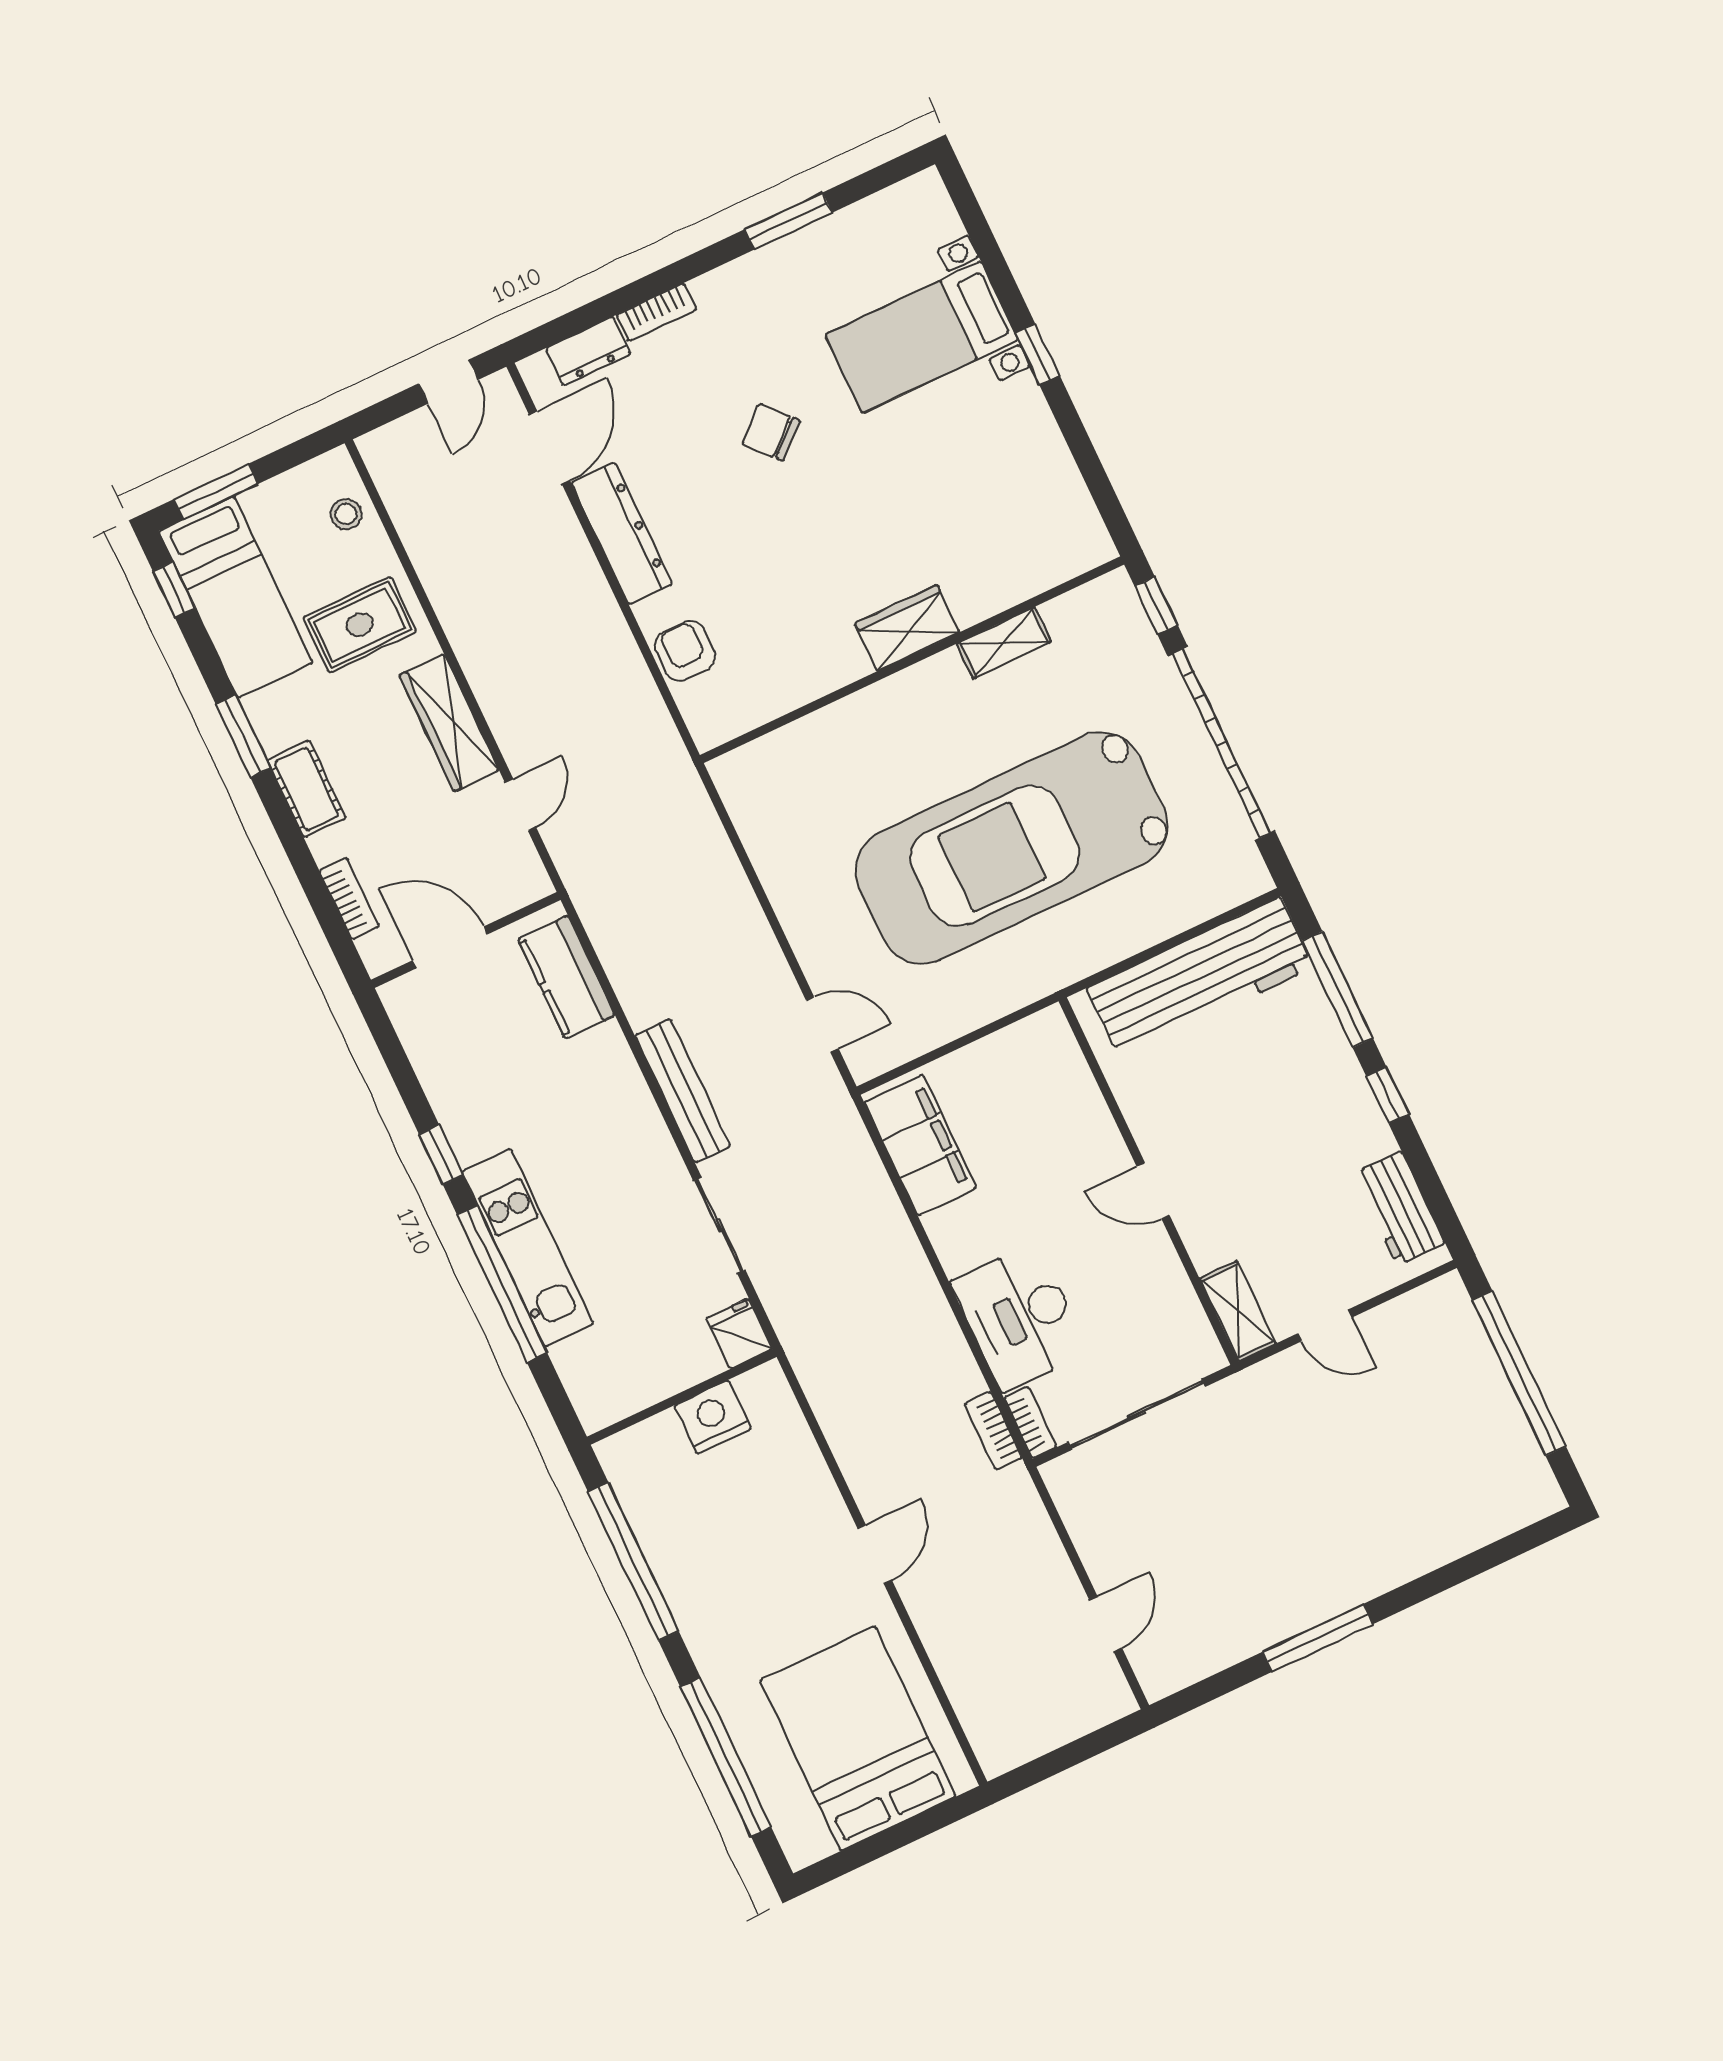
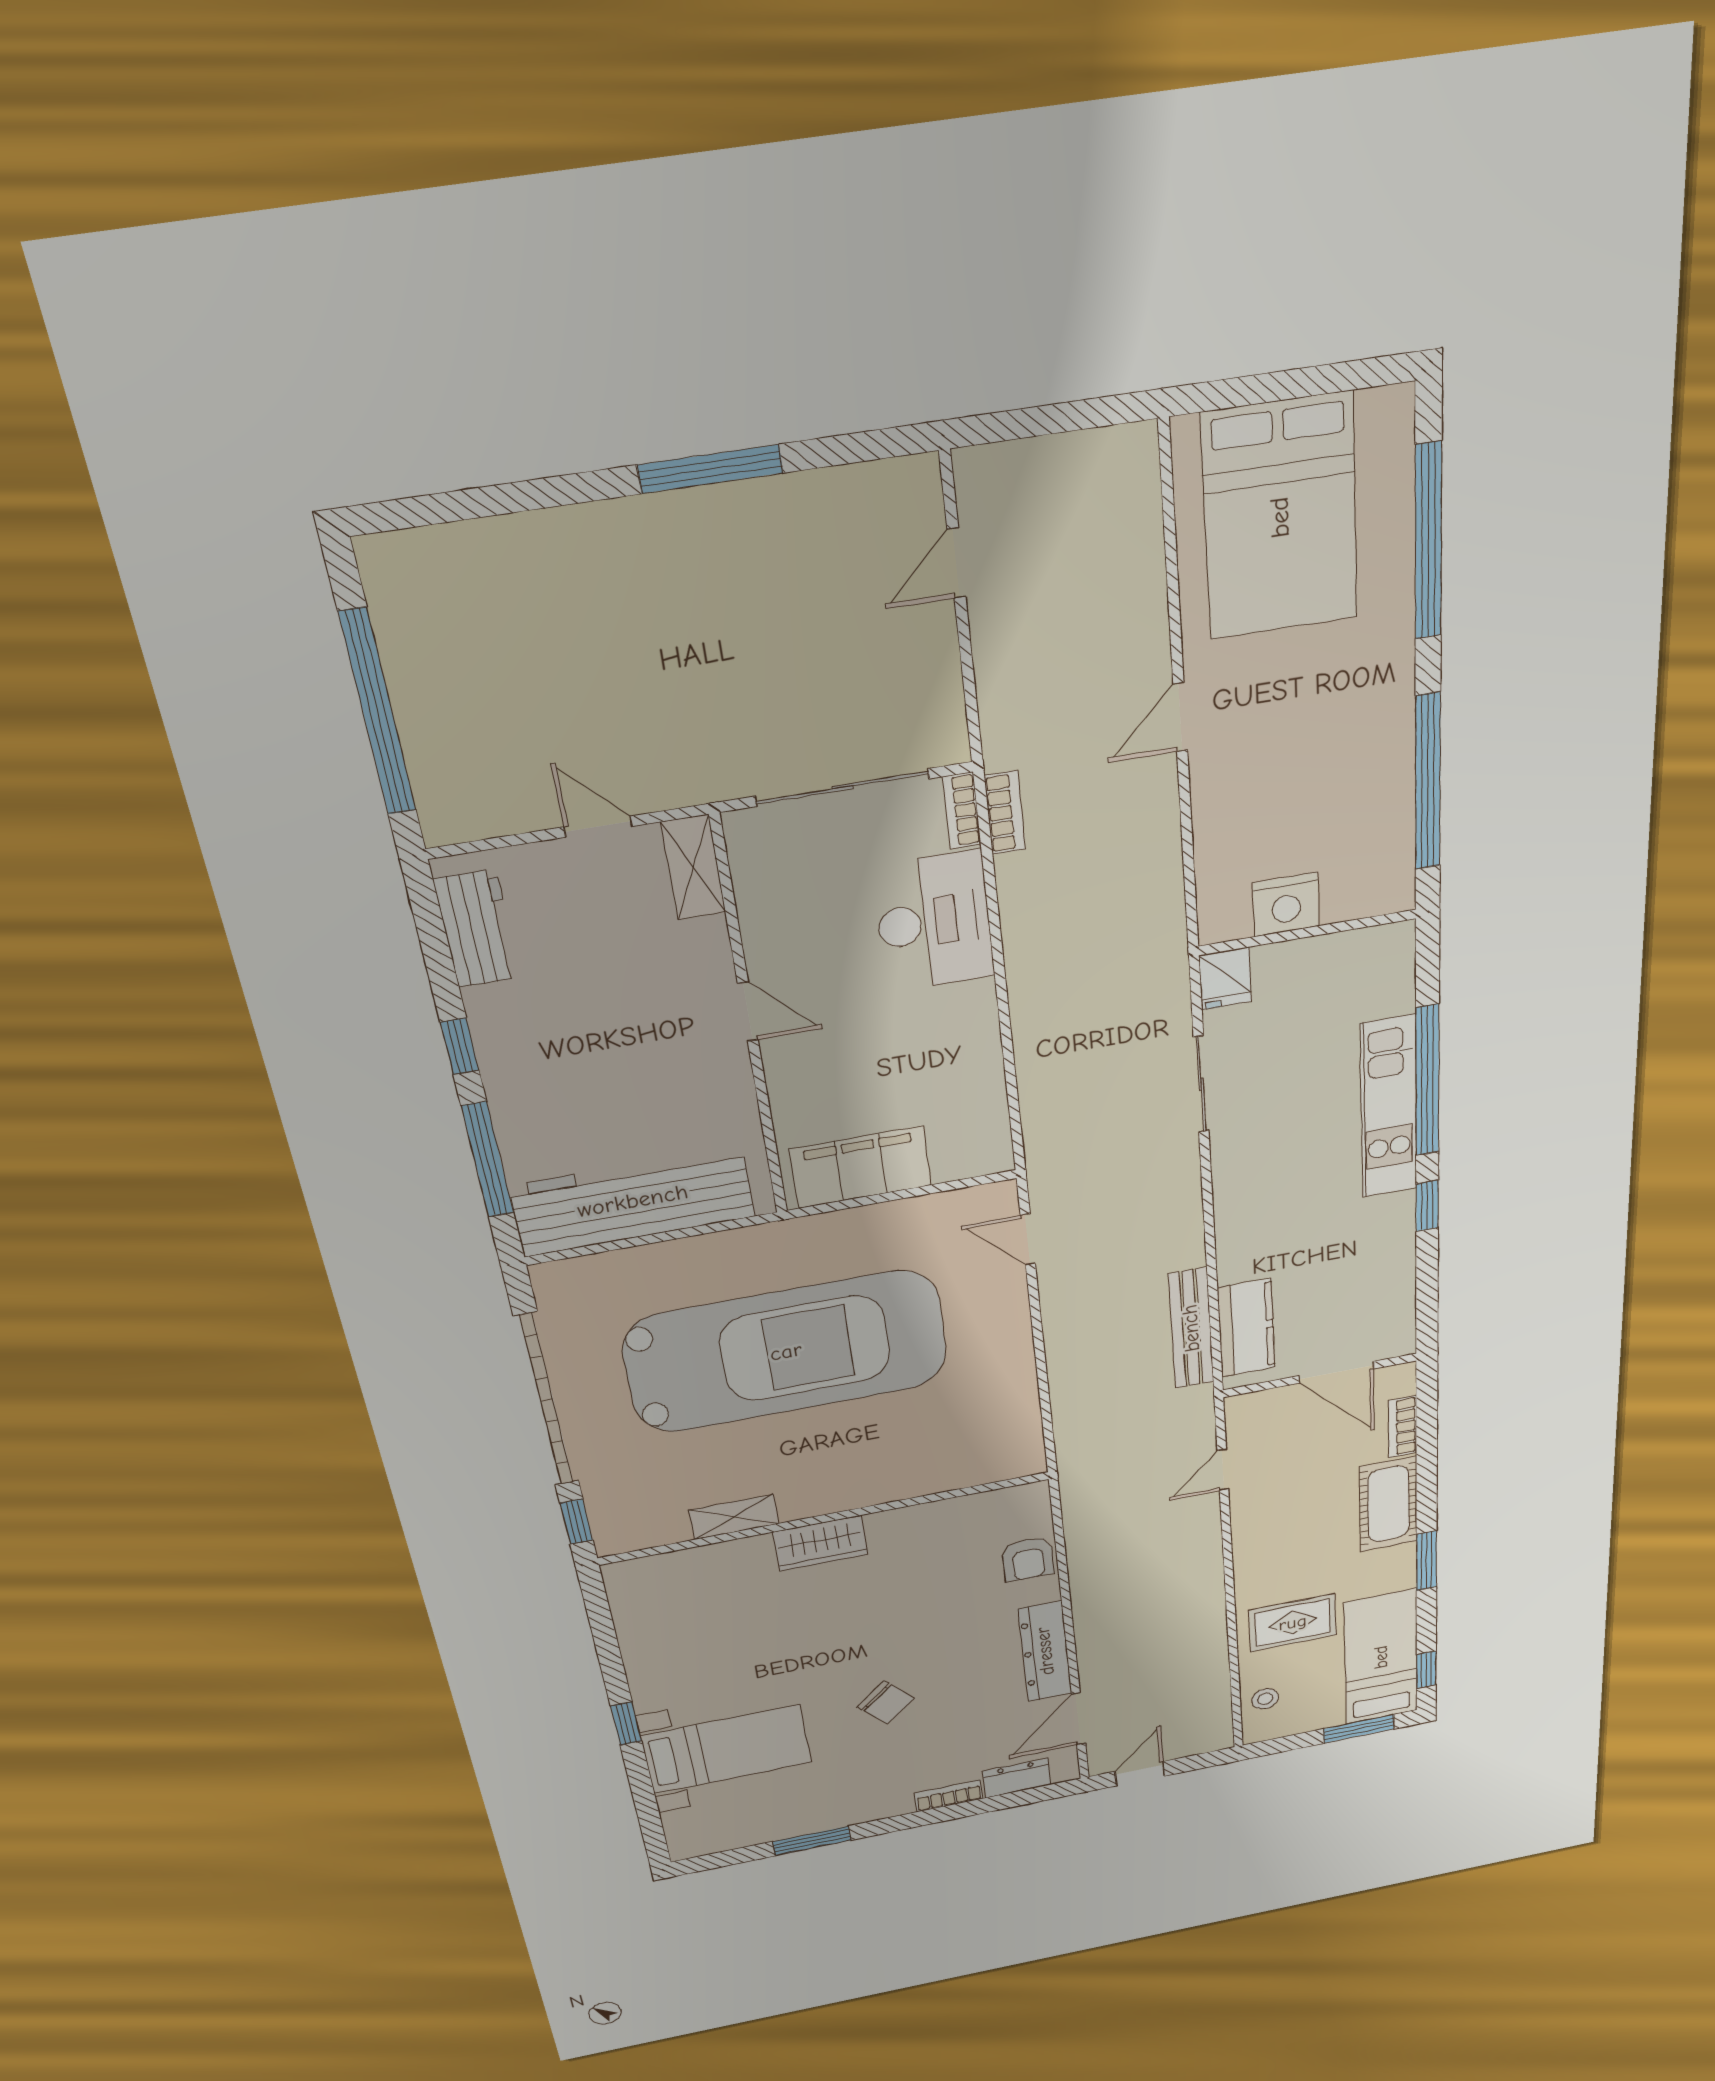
wardrobe: (449, 723) -> (1254, 1541), removed
cot: (307, 789) -> (1388, 1504), width x1.37, depth x1.34
bench: (682, 1091) -> (1191, 1328), moved
filing cabinet: (920, 1145) -> (861, 1167), moved, turned 90

